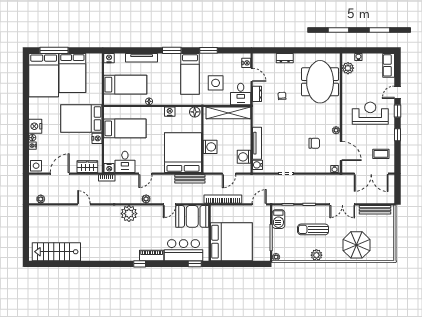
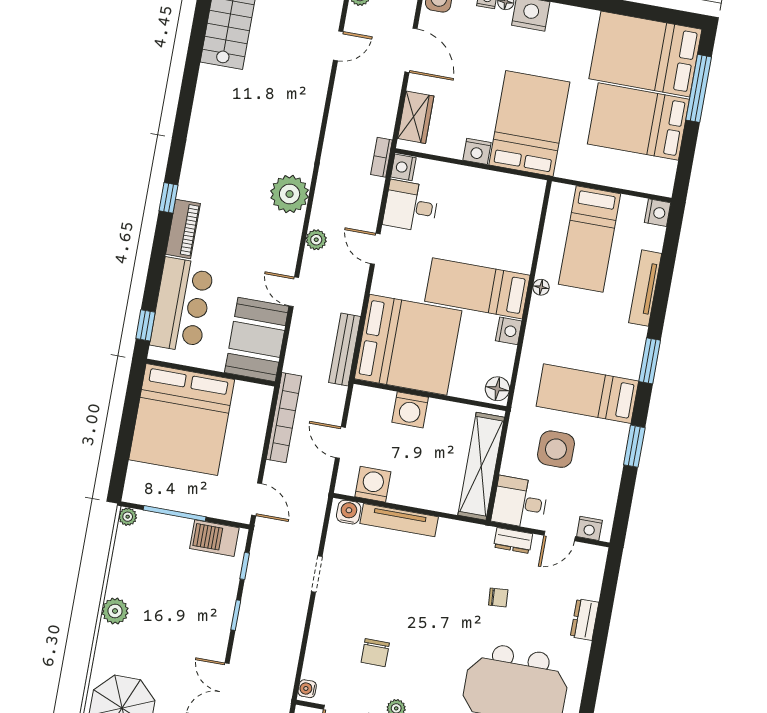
bed: (125, 128) -> (477, 288), moved, turned 90
door: (84, 204) -> (338, 46), moved
sun lounger: (313, 229) -> (176, 614), removed

